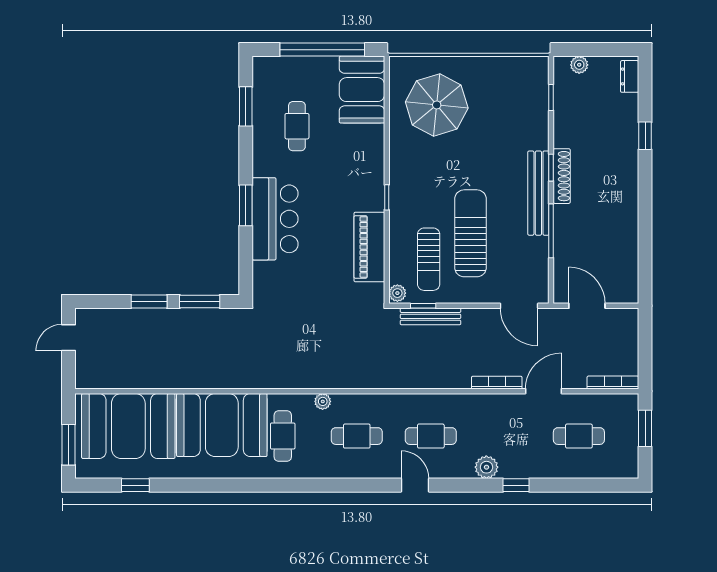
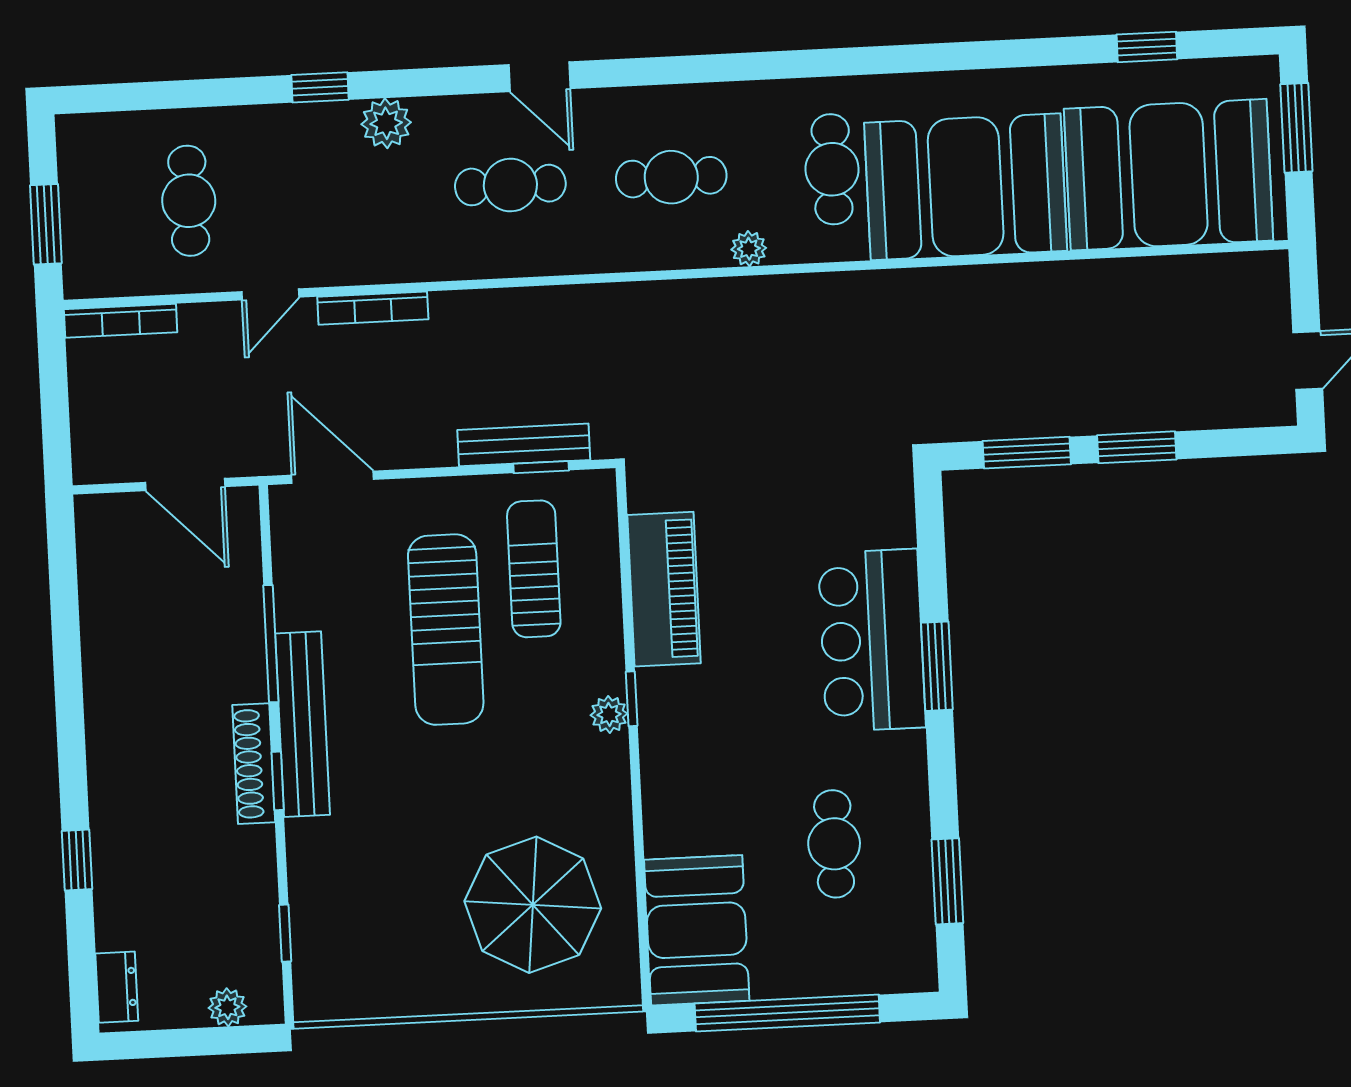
plant: (397, 293) -> (609, 714), moved
door: (544, 391) -> (270, 294), width x0.73
cafe table: (579, 436) -> (189, 201), turned 90

